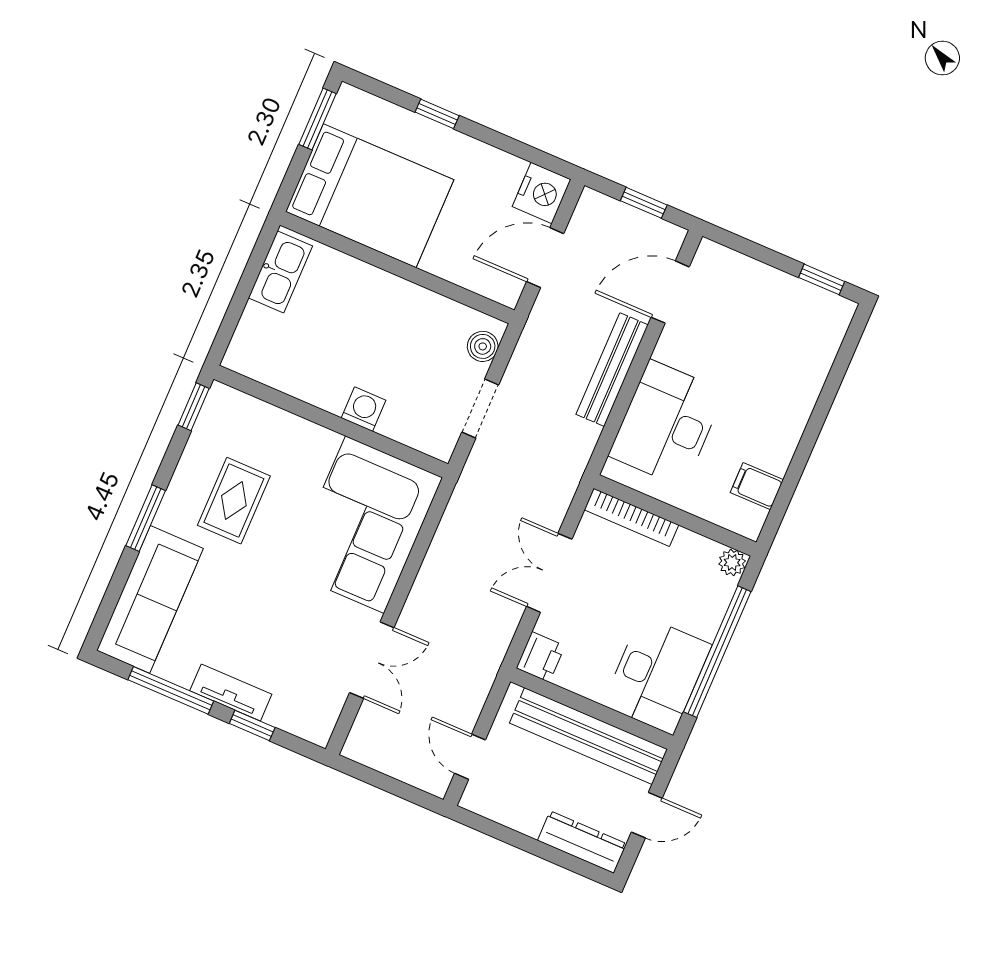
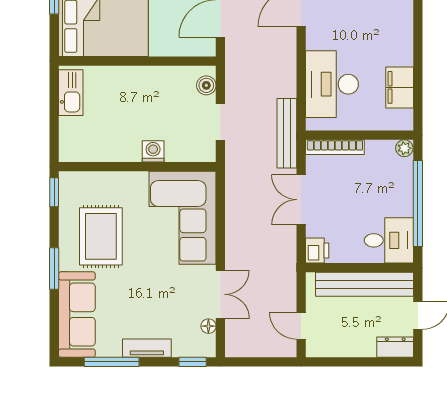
bench: (612, 370) -> (287, 133), moved
filing cabinet: (757, 486) -> (400, 87), width x2.00
rug: (234, 501) -> (101, 236), width x1.36, depth x1.43
desk: (657, 675) -> (389, 240), width x0.73
floor lamp: (335, 699) -> (208, 326), added
window: (252, 725) -> (193, 362), moved
dresser: (582, 842) -> (395, 347), width x0.70

